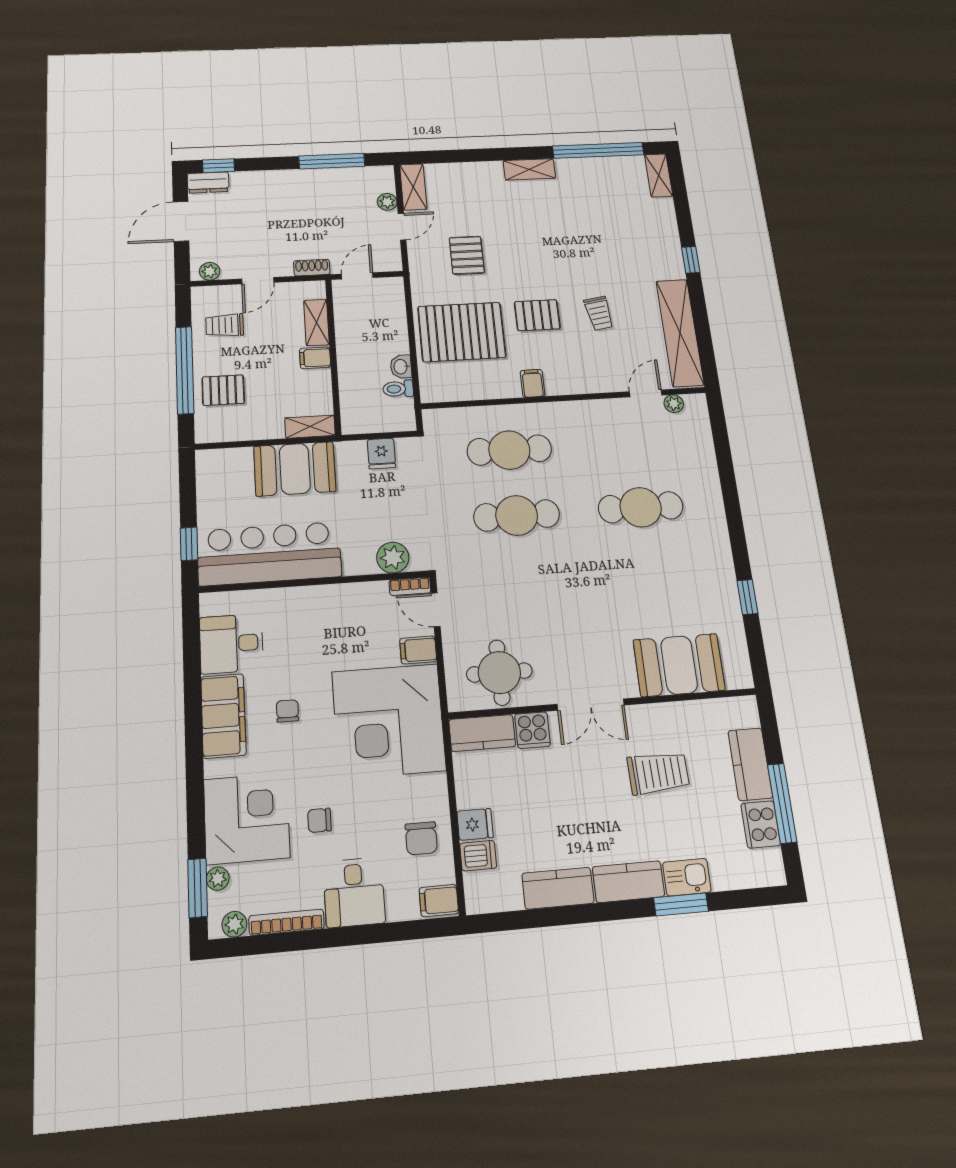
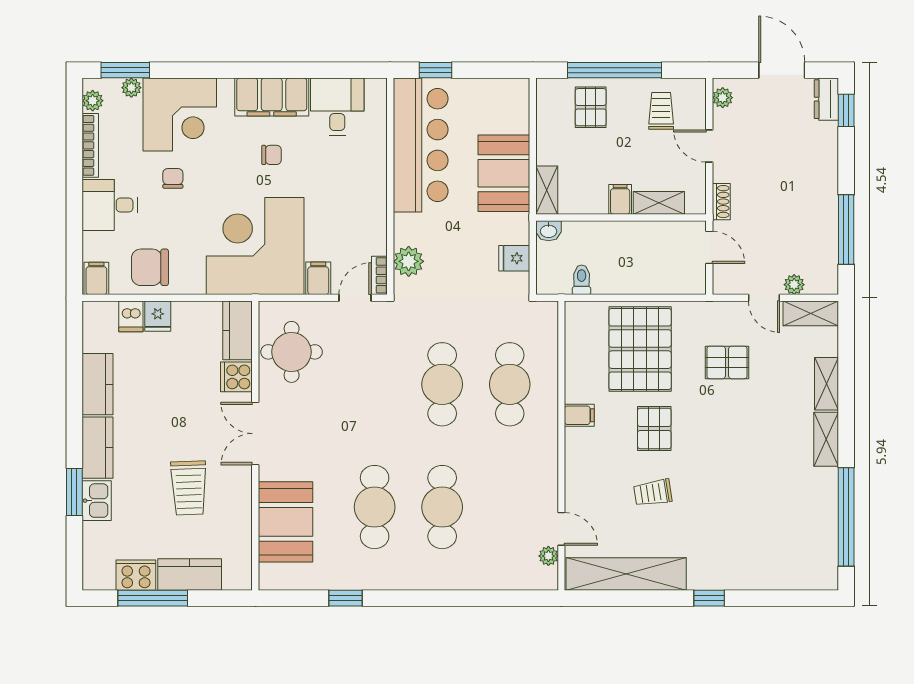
shelving: (659, 175) -> (827, 384), moved, turned 90
washbasin: (401, 367) -> (549, 231), moved, turned 180
cafe table: (650, 574) -> (375, 507), added
chair: (421, 838) -> (150, 267), width x1.37, depth x1.37

